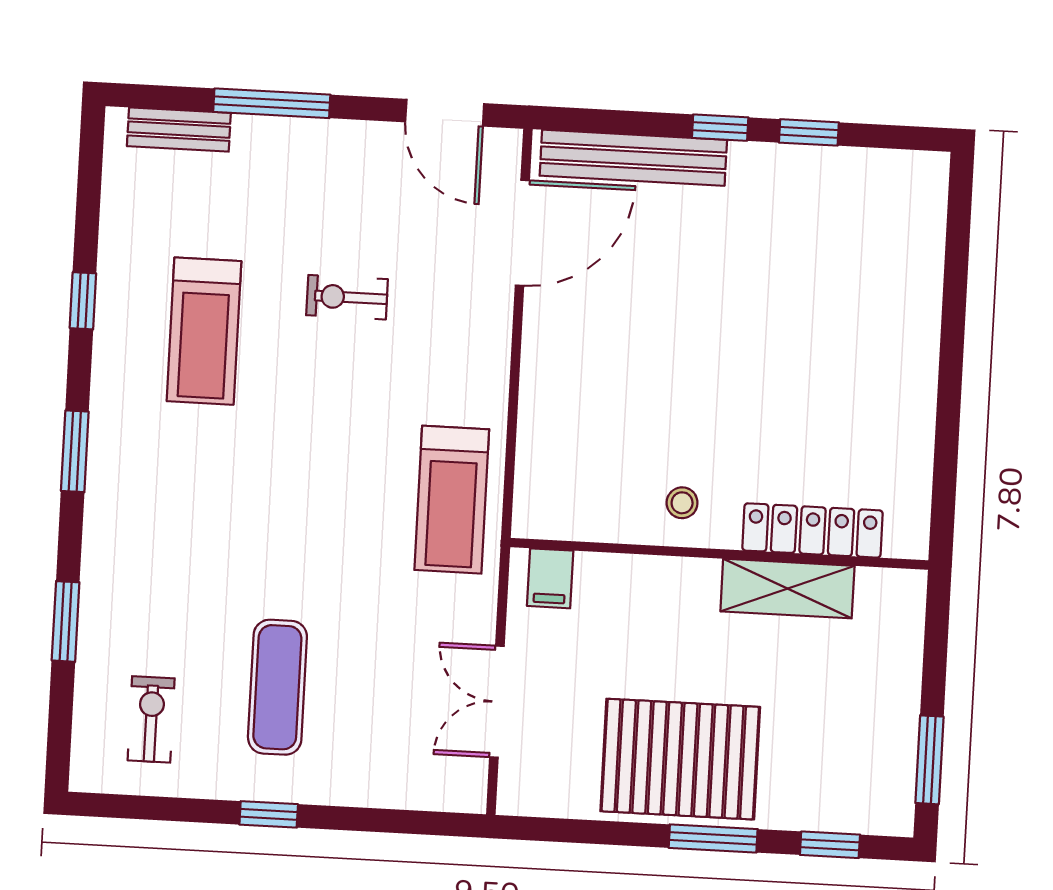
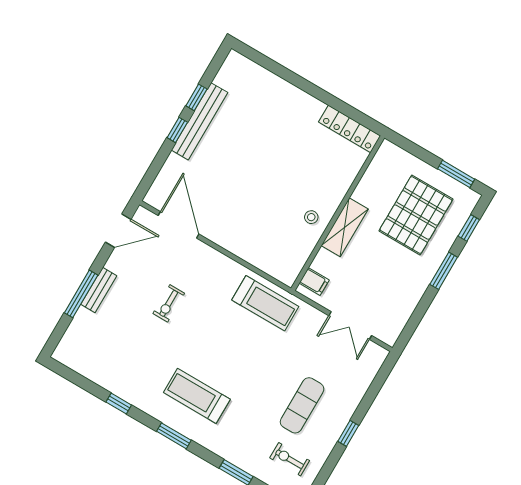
bench: (179, 130) -> (99, 290), moved
bench: (633, 158) -> (199, 121), moved
treadmill: (204, 331) -> (197, 396), moved, turned 180
locker: (813, 530) -> (350, 129), moved, turned -90
shelving: (787, 589) -> (345, 227), moved
exercise mat: (277, 687) -> (302, 405), turned 90
pallet: (680, 759) -> (416, 215), moved

